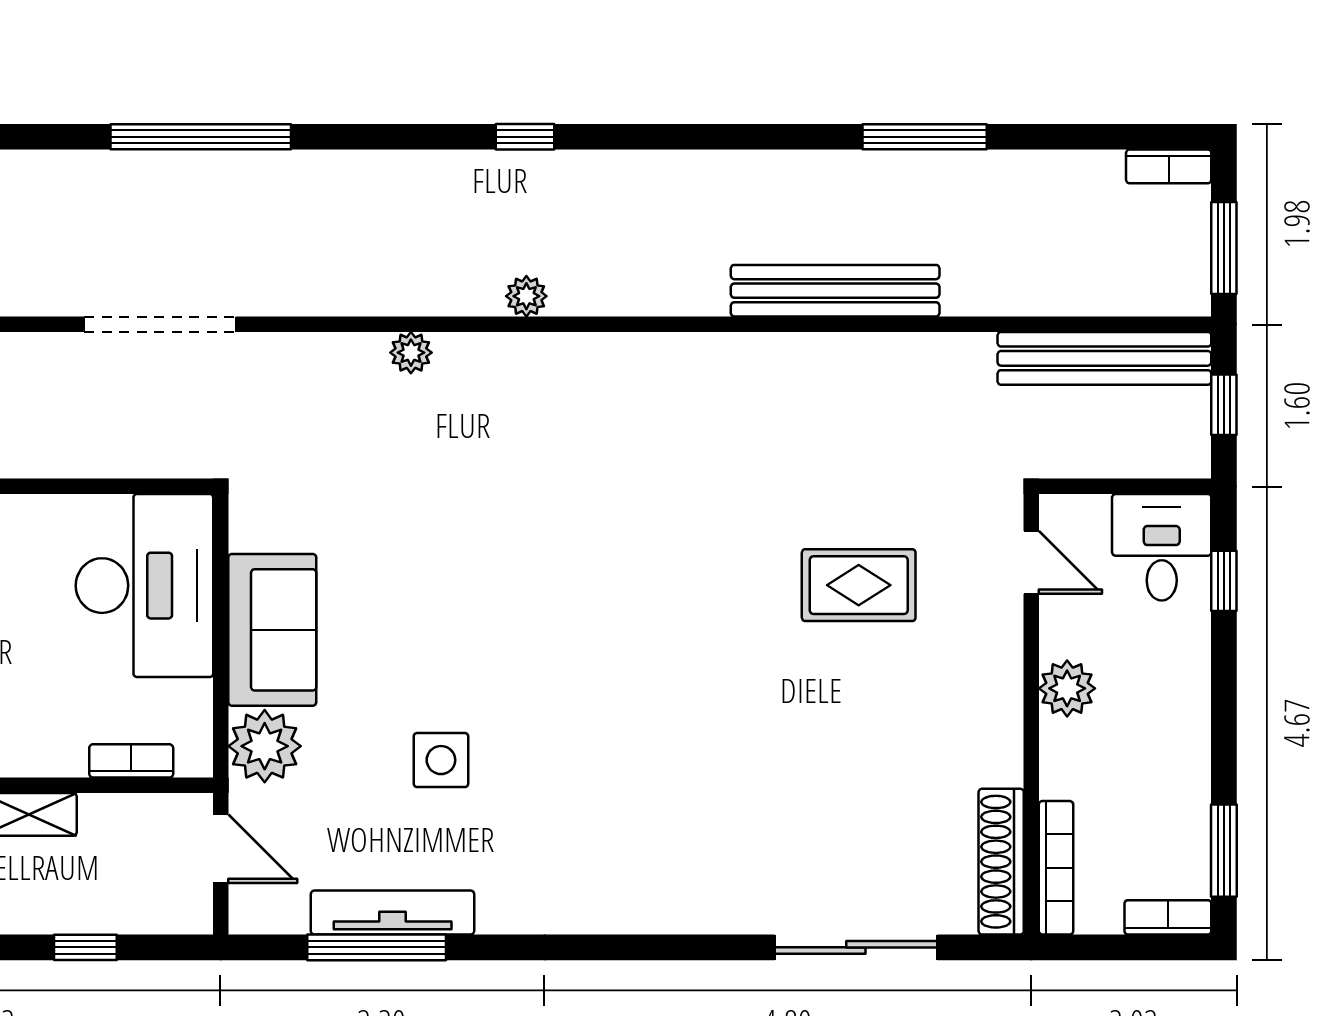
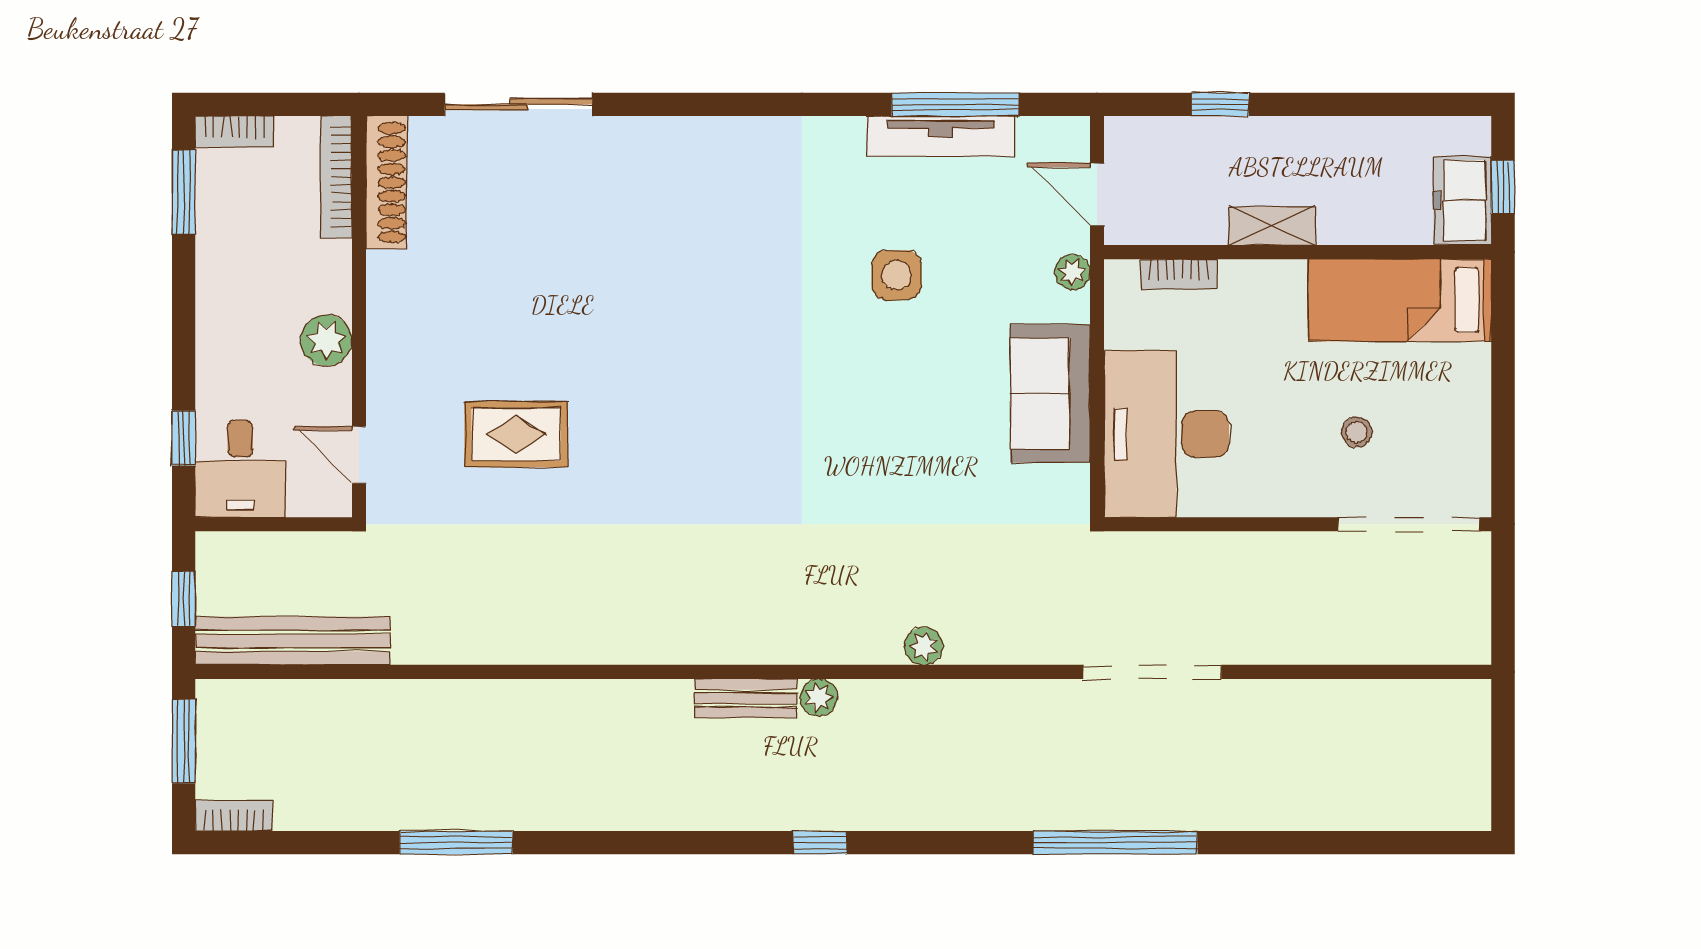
bench: (835, 291) -> (746, 698), moved, width x0.54, depth x0.82
plant: (265, 746) -> (1073, 272), width x0.53, depth x0.53

